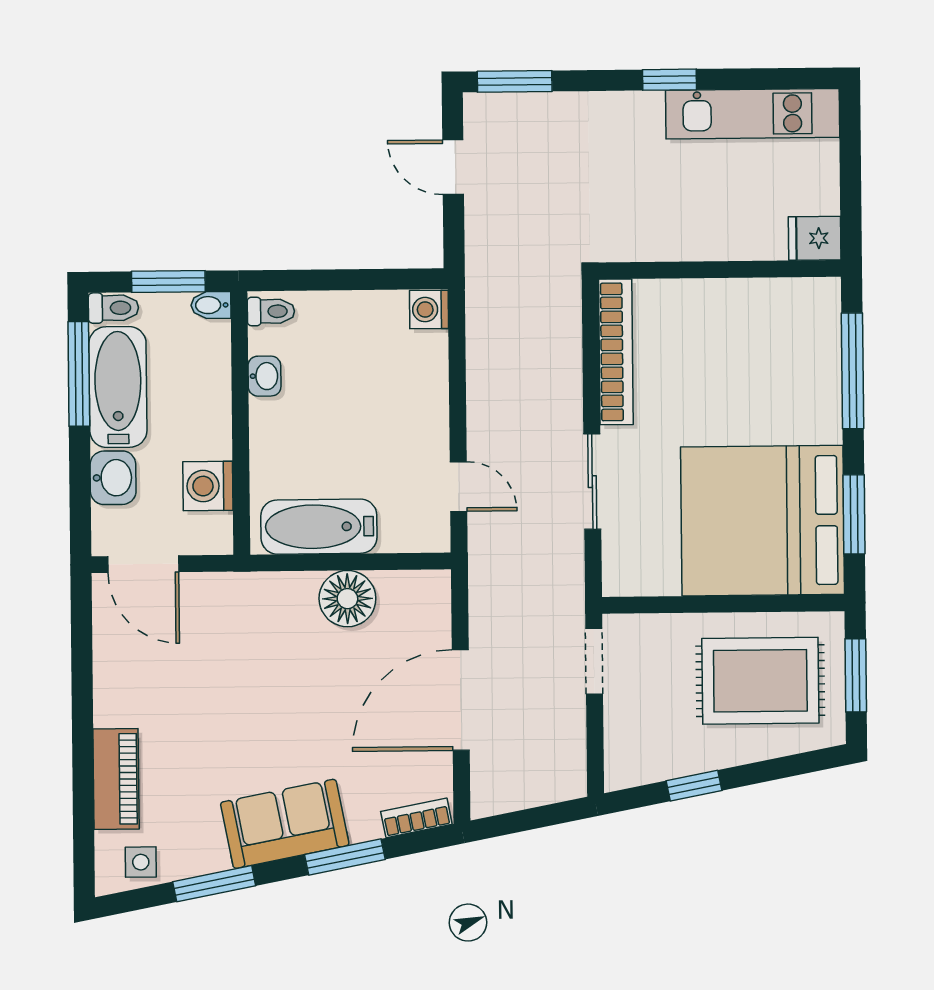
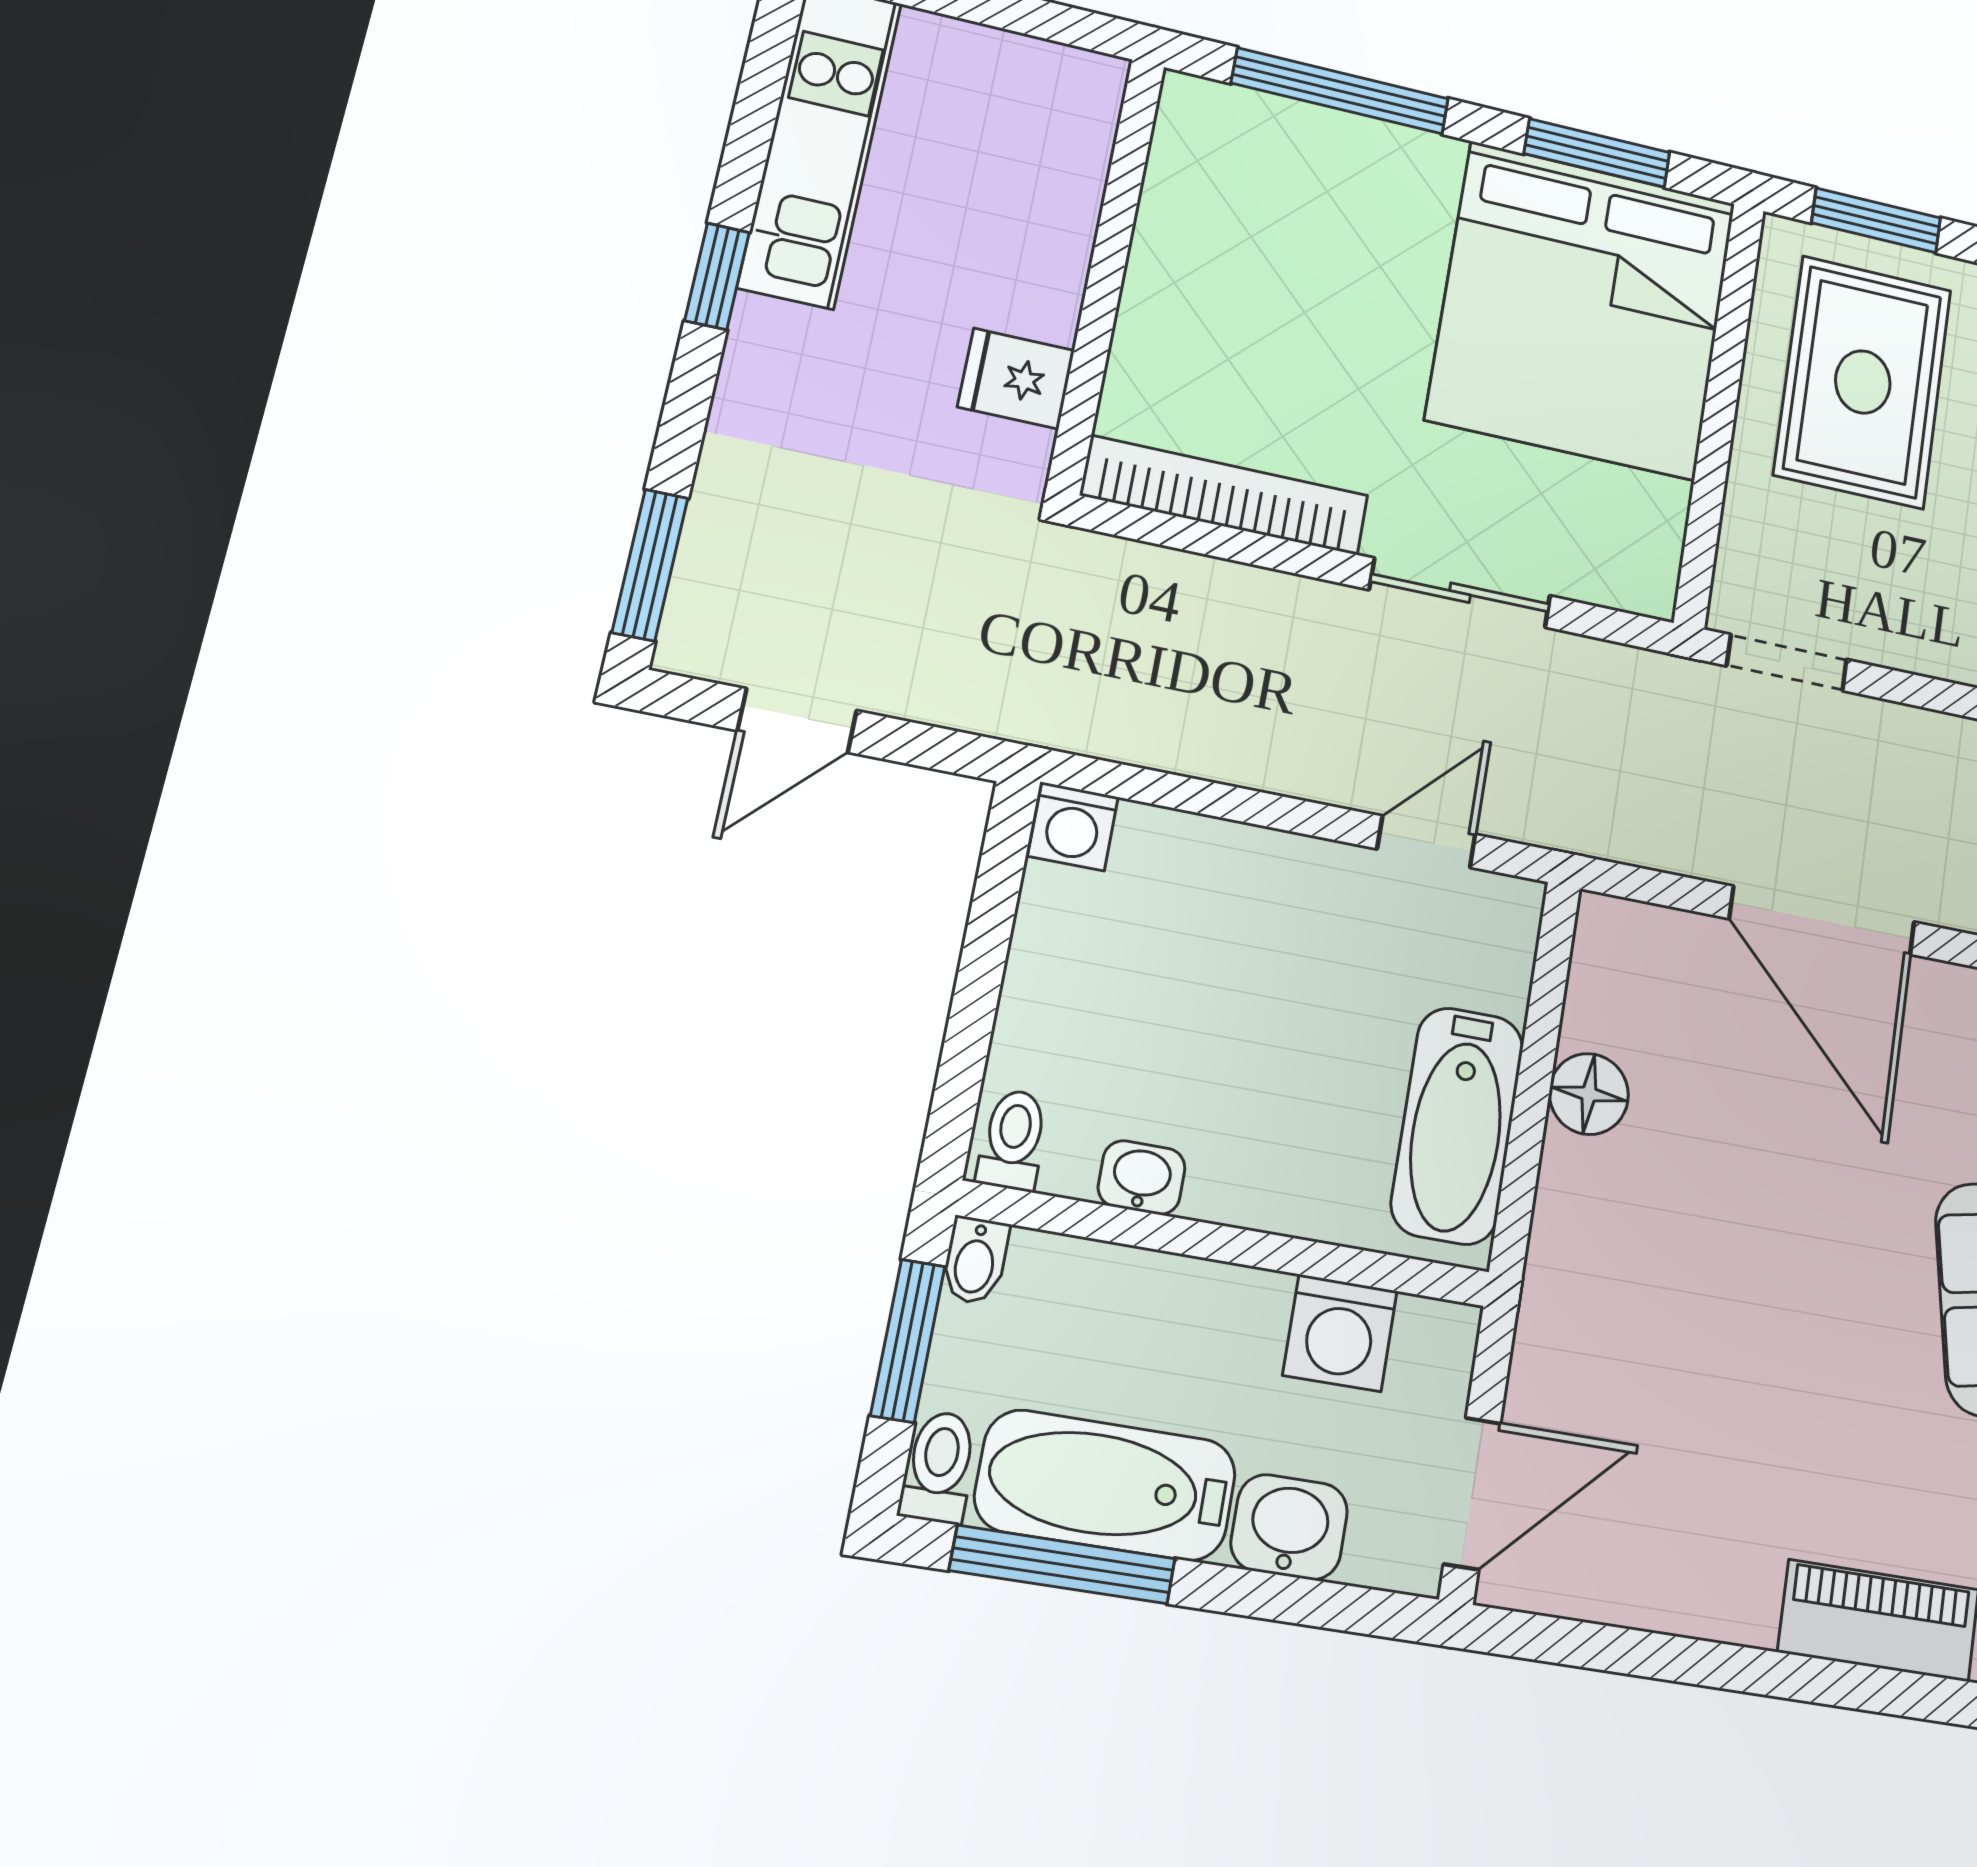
fridge: (815, 238) -> (1016, 379), moved, turned 90
floor lamp: (347, 599) -> (1589, 1094), width x0.73, depth x0.73

